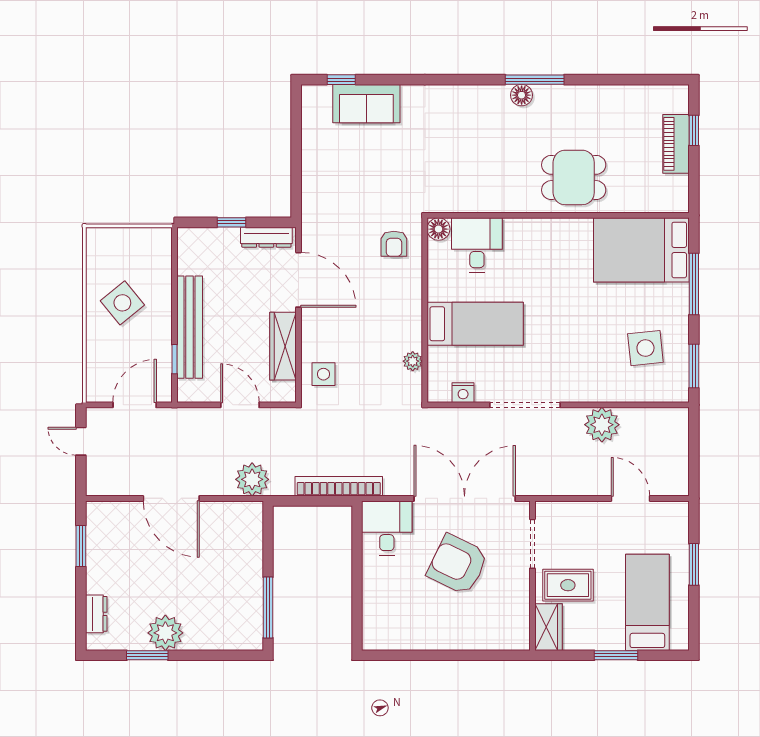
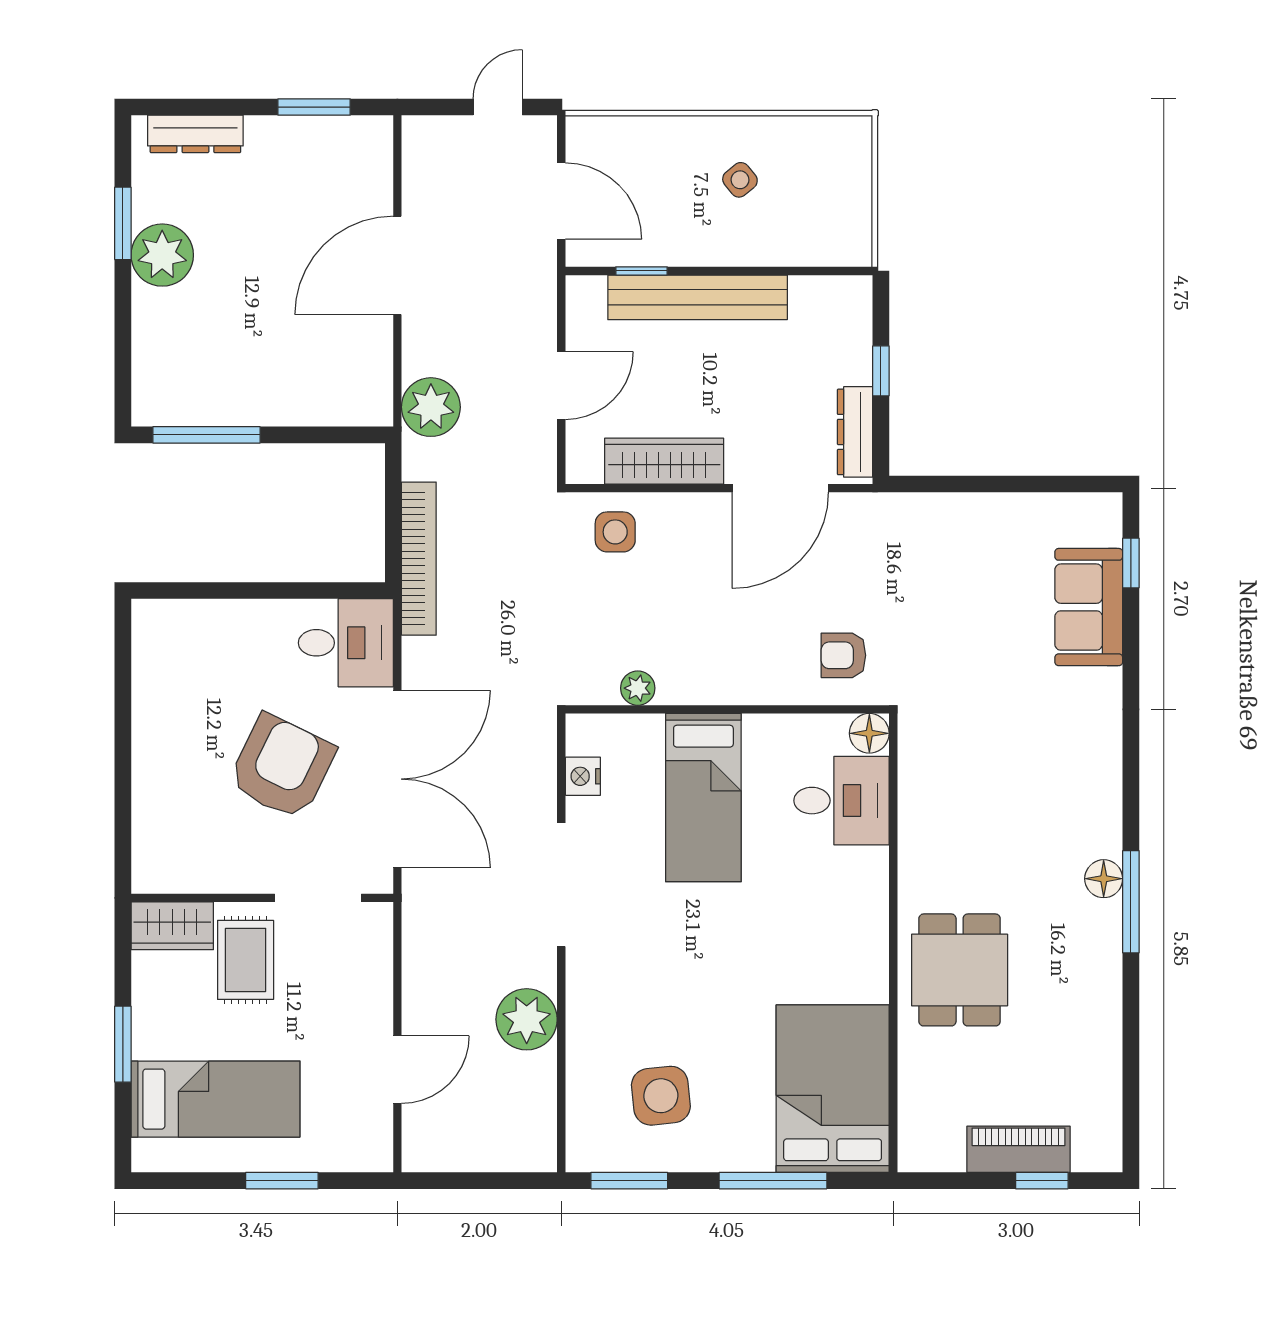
side table: (122, 303) -> (740, 180), width x0.54, depth x0.54
dresser: (96, 614) -> (195, 134), width x1.44

